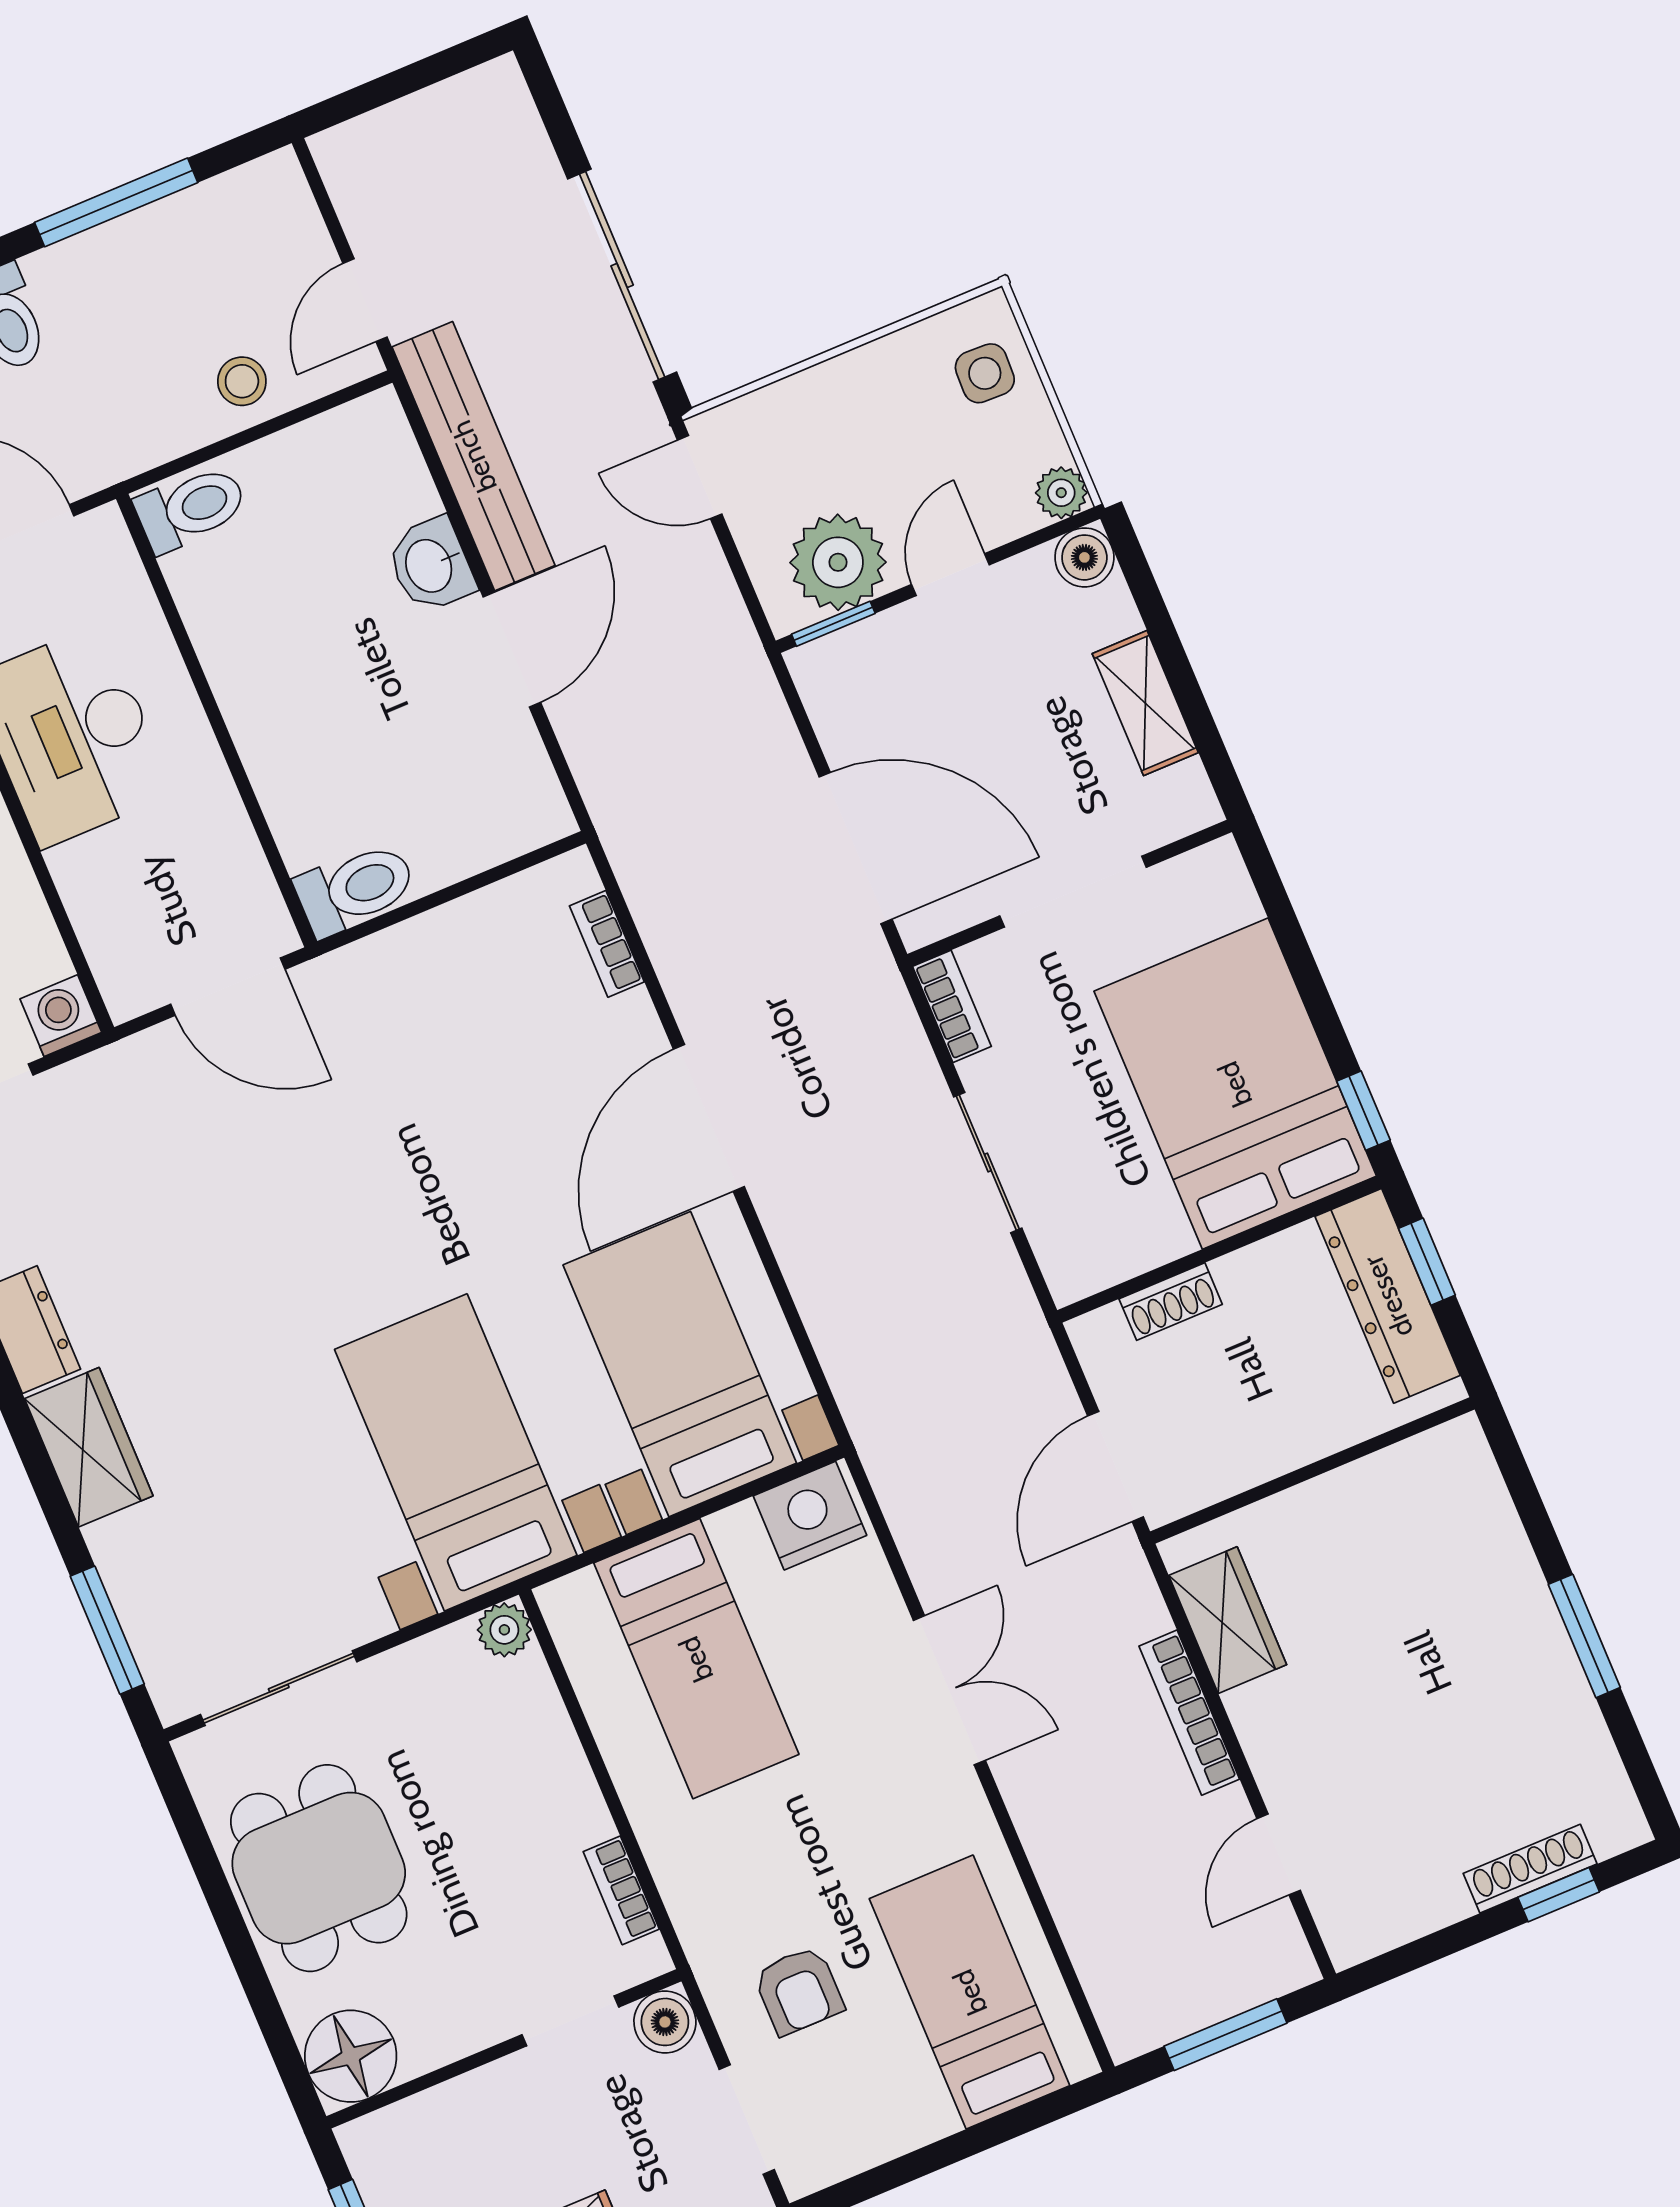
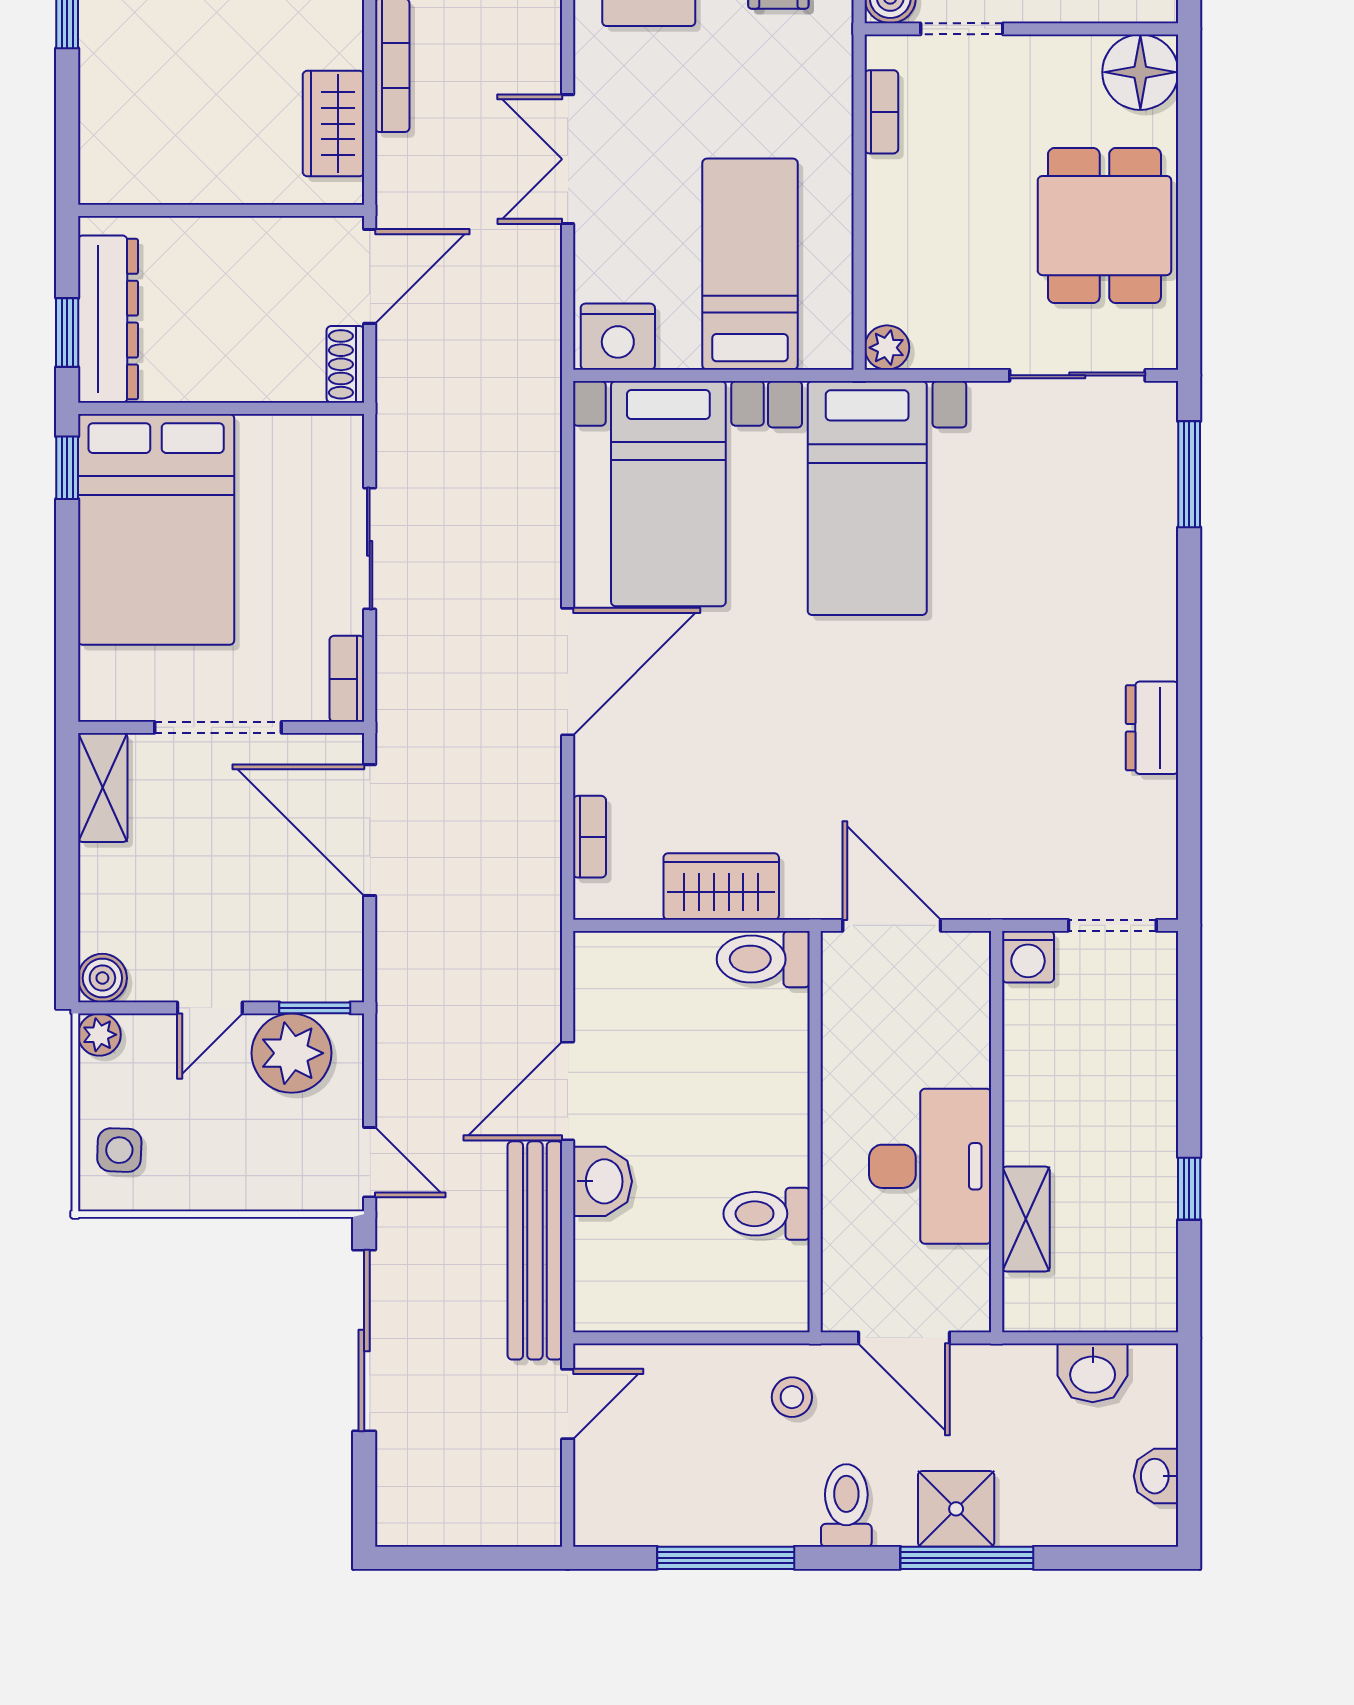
stool: (242, 381) -> (792, 1397), moved
toilet: (191, 508) -> (767, 1214), moved
shelving: (1145, 703) -> (103, 788), moved
shoe rack: (1171, 1302) -> (345, 364), moved, turned -90
wardrobe: (89, 1447) -> (721, 886), moved, turned 90

